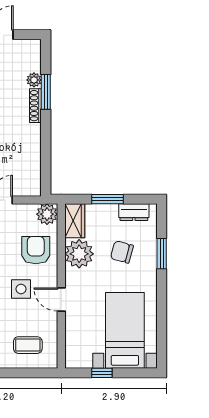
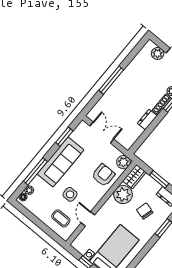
dresser: (33, 139) -> (147, 119), added
side table: (21, 289) -> (70, 194), moved
door: (61, 300) -> (88, 219), moved

